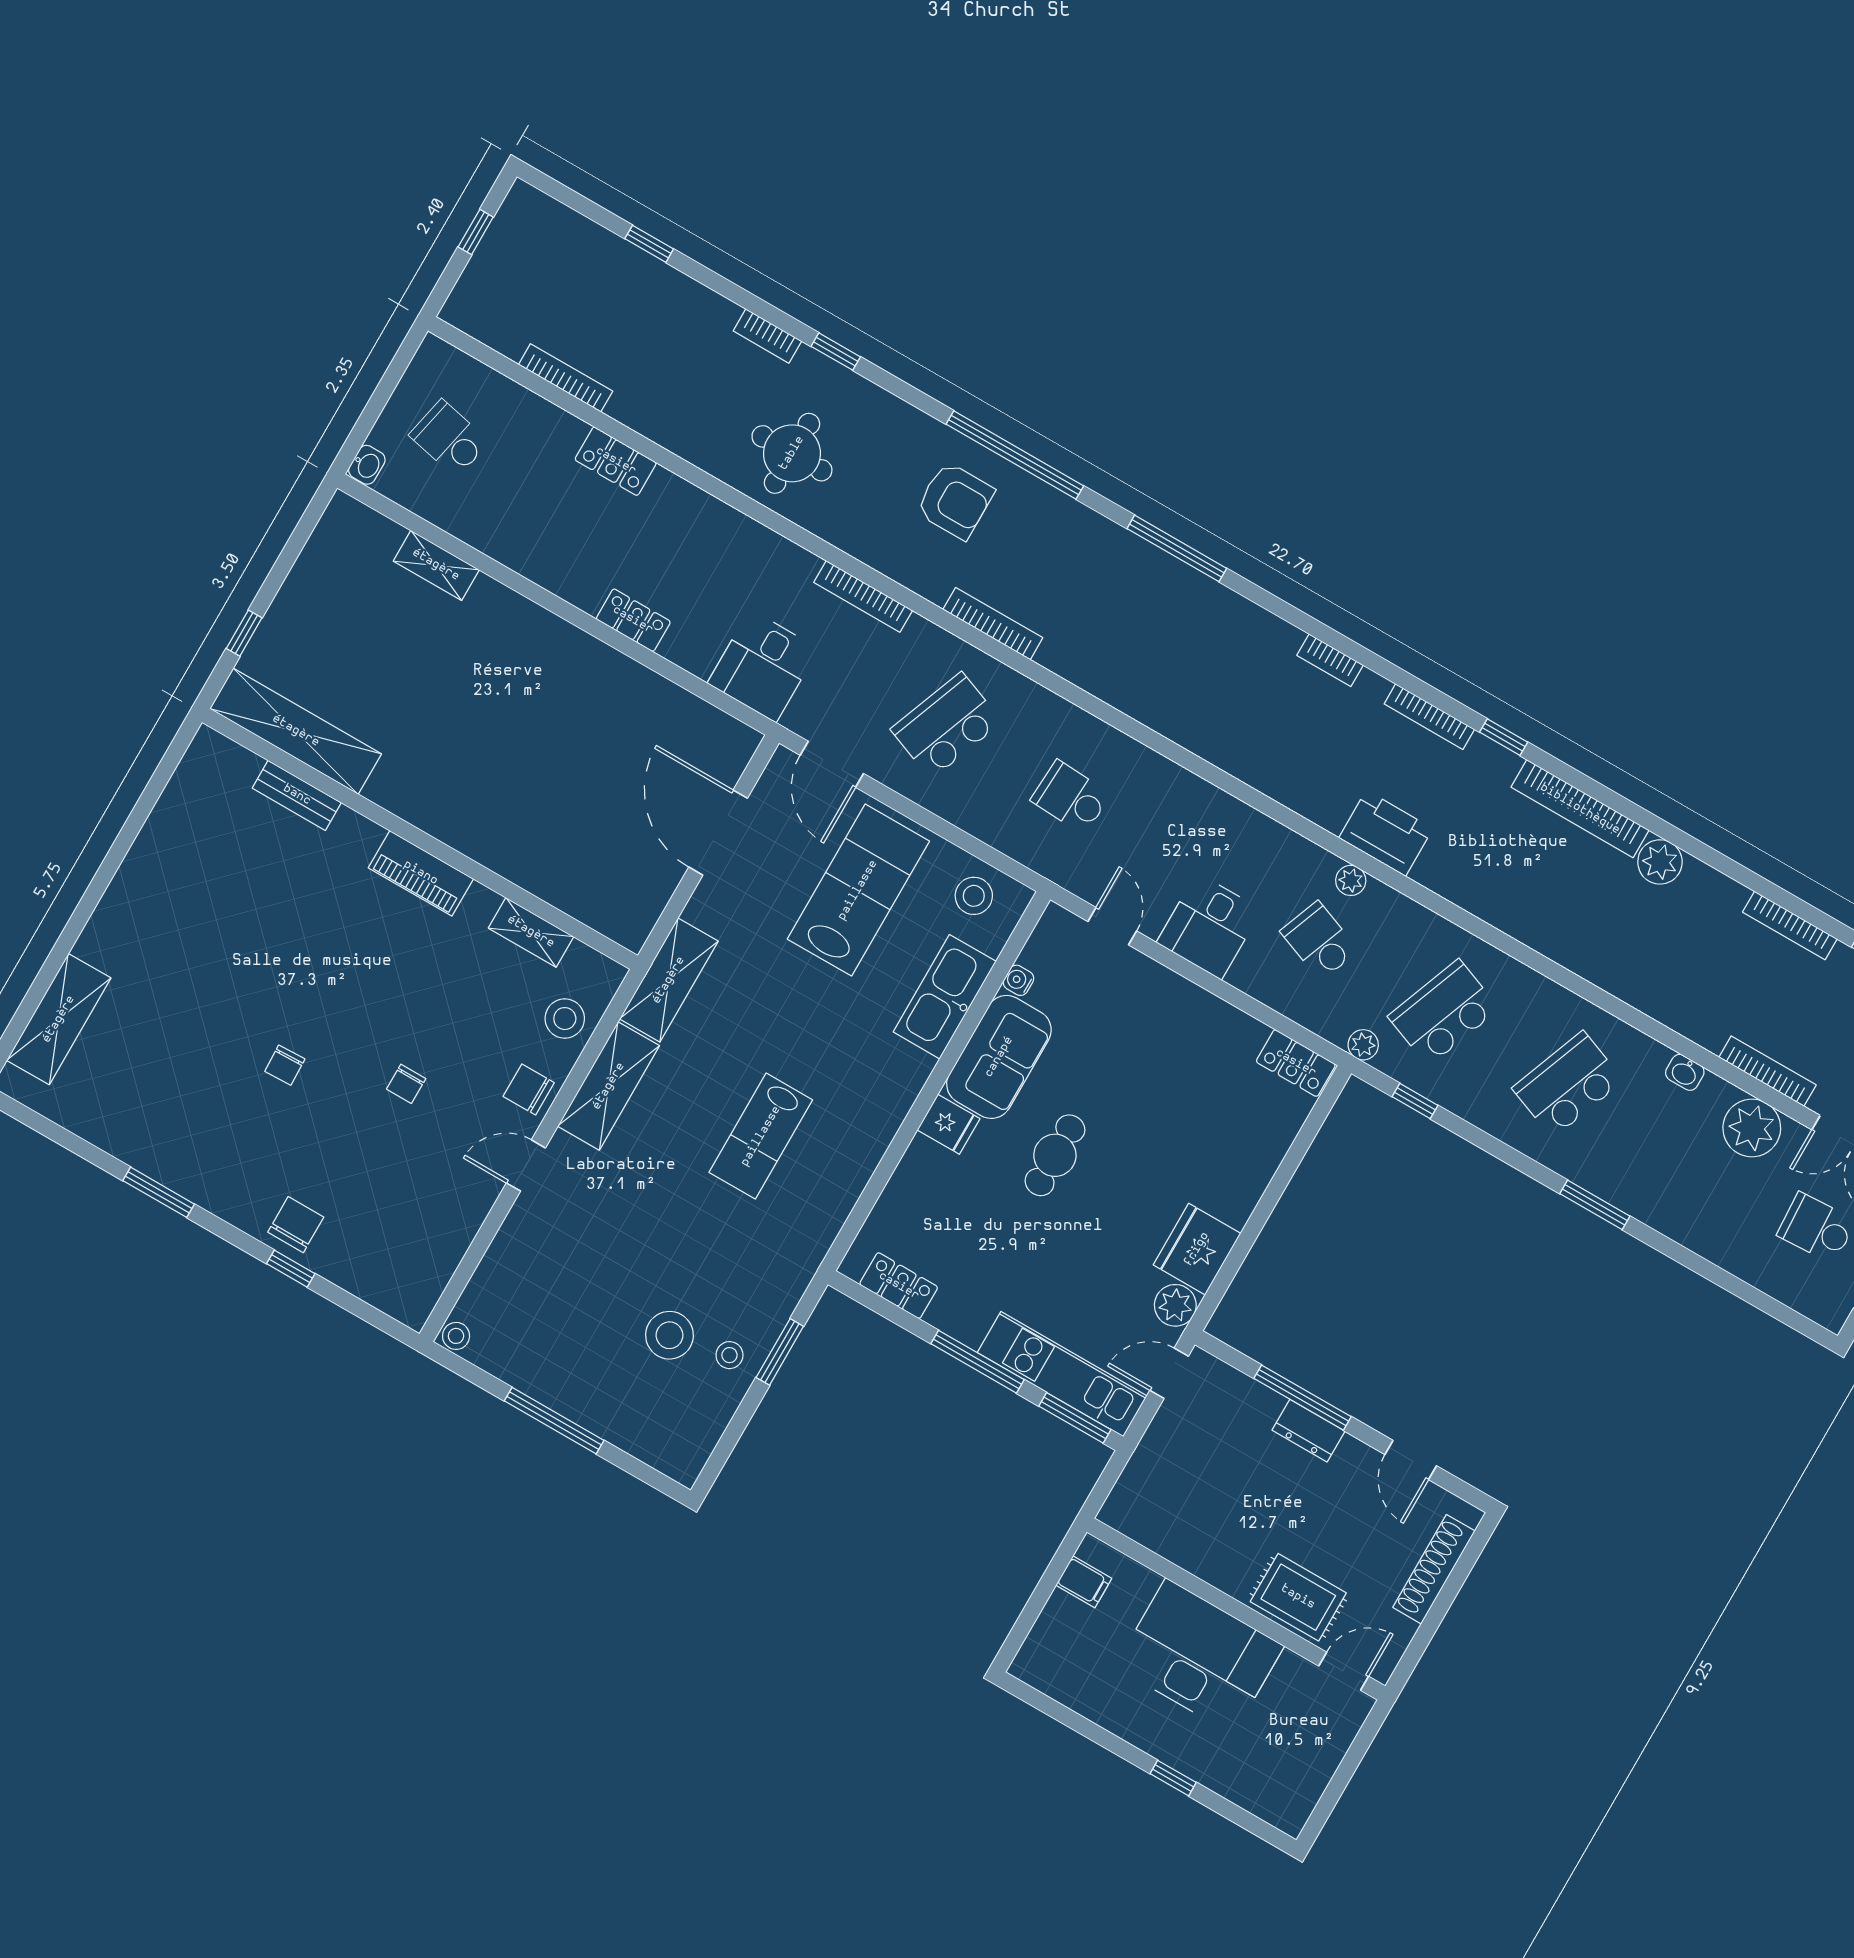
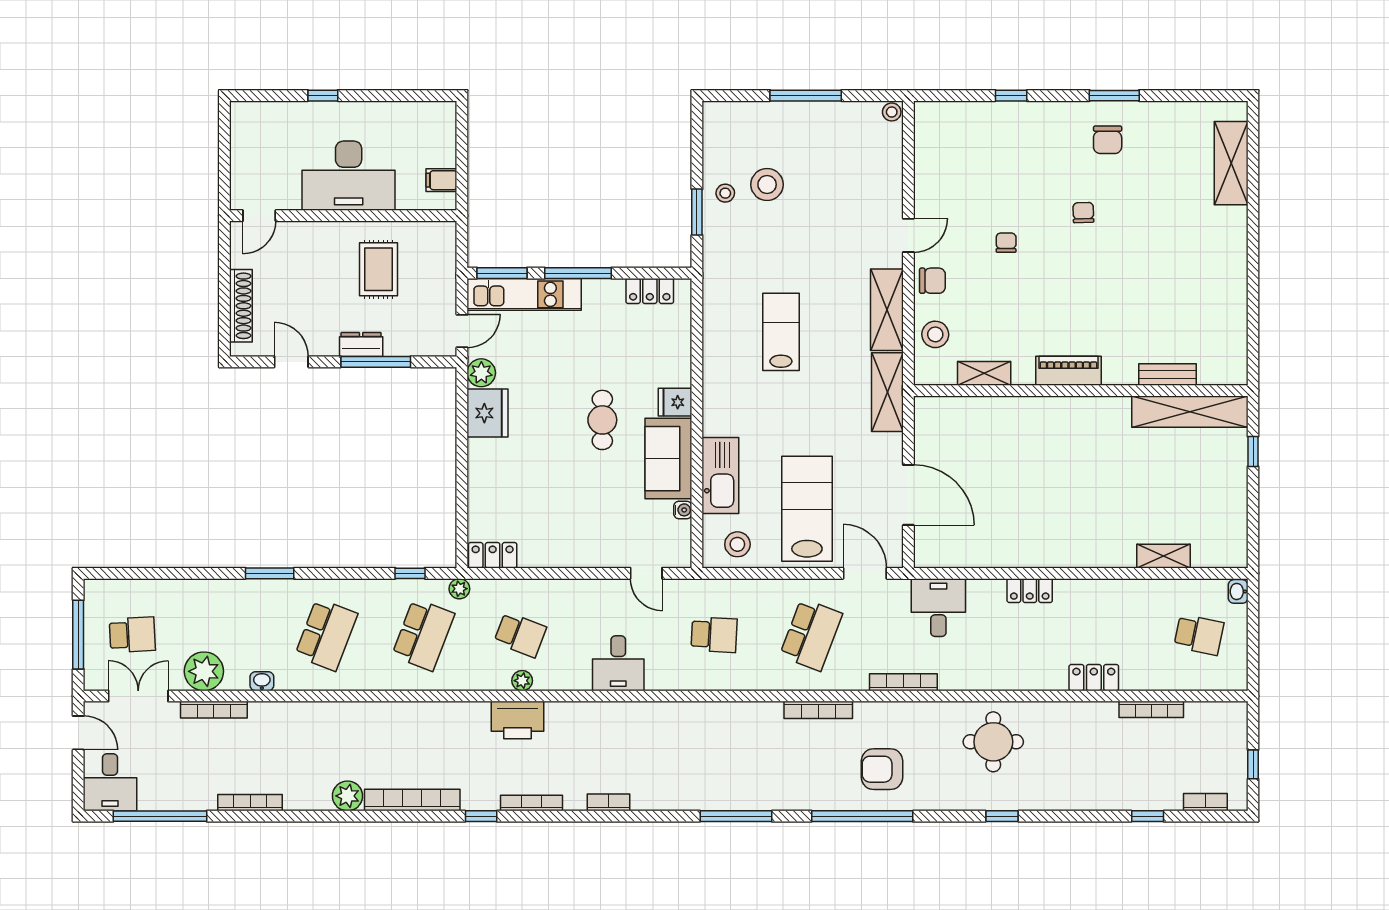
bookcase: (767, 336) -> (1205, 802), moved
lab bench: (858, 890) -> (807, 509), turned 180
desk: (1209, 926) -> (618, 663), moved, turned 180
chair: (296, 1225) -> (1108, 140), moved
rug: (1298, 1597) -> (378, 269), moved, turned 90

